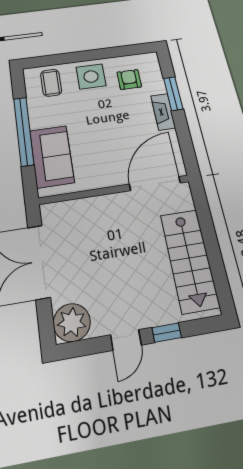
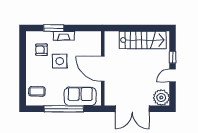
side table: (91, 76) -> (60, 61), moved
door: (155, 183) -> (103, 69), moved
door: (126, 340) -> (172, 75), swing flipped

